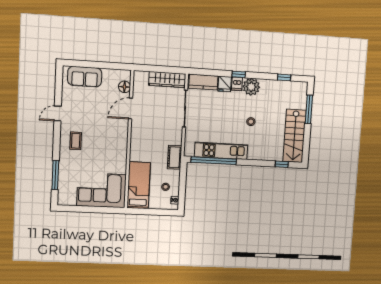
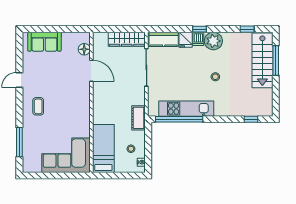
door: (131, 109) -> (91, 71), swing flipped
stairs: (294, 136) -> (262, 60), moved

